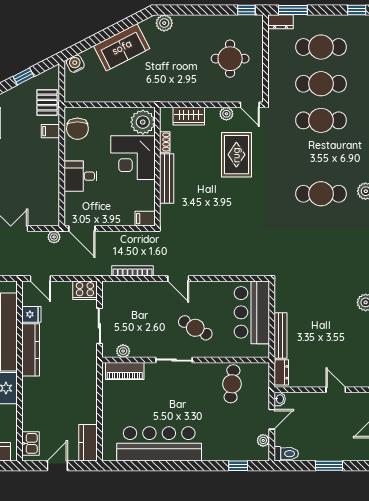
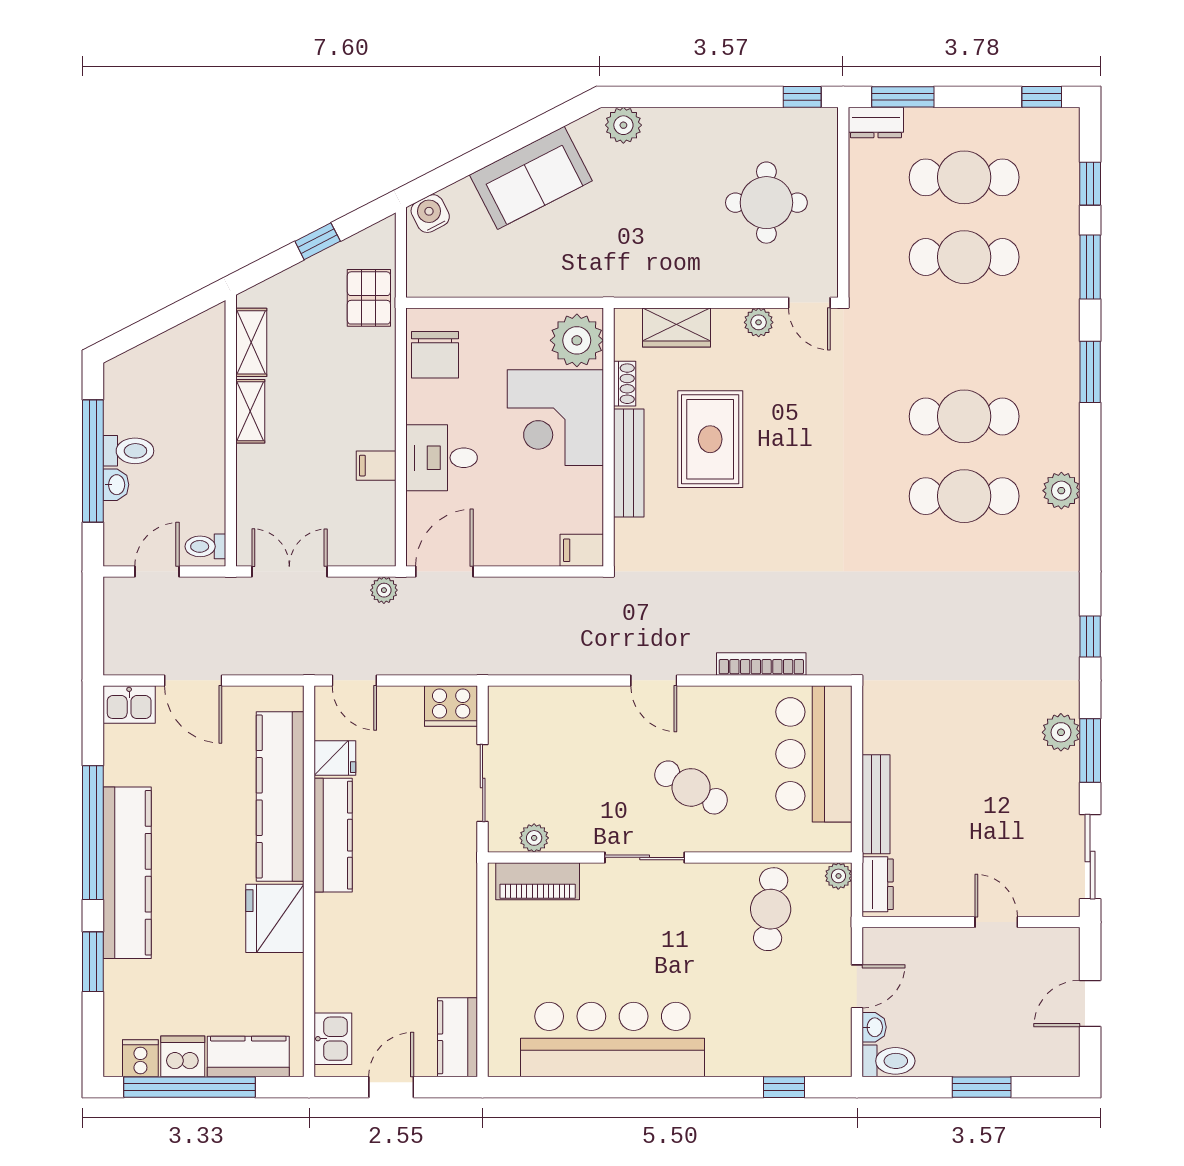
cafe table: (321, 120) -> (964, 416), moved
filing cabinet: (50, 131) -> (376, 466), moved
rug: (236, 155) -> (710, 439), moved
door: (82, 228) -> (444, 572), swing flipped
bookcase: (132, 271) -> (761, 664), moved
washbasin: (280, 399) -> (874, 1027), moved
plant: (263, 440) -> (838, 876), moved

